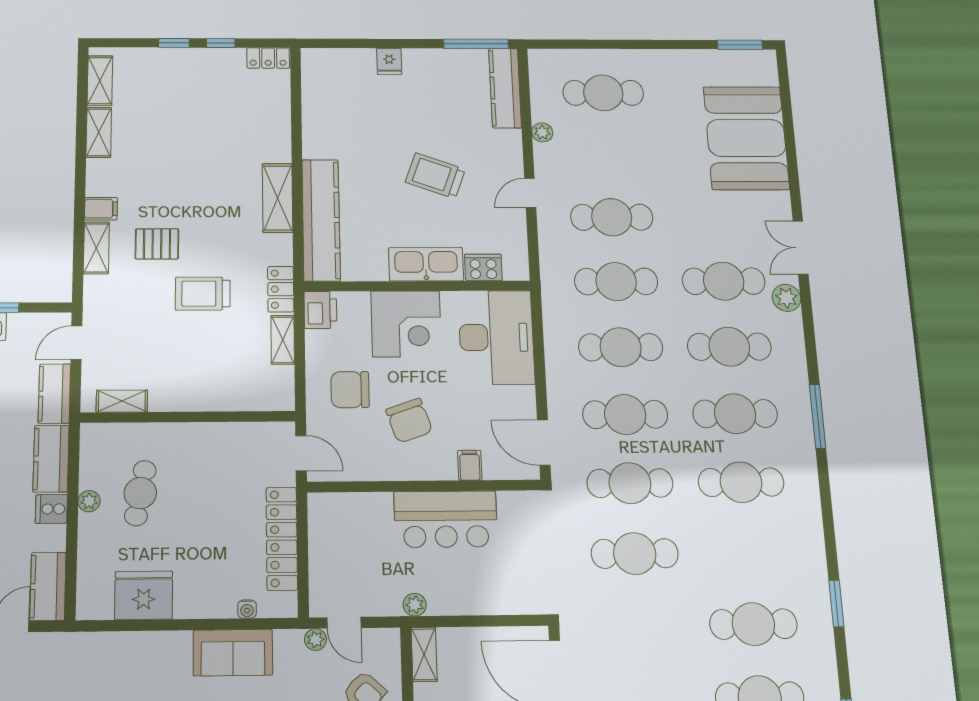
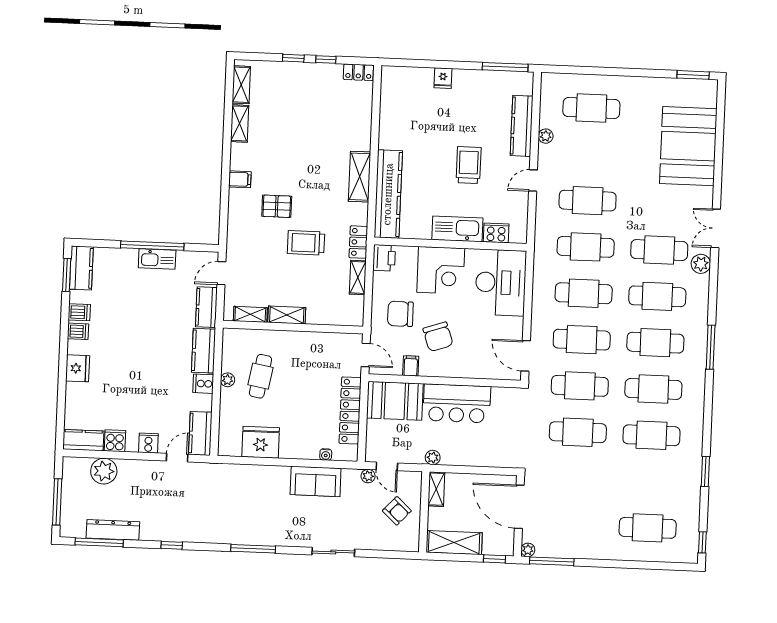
kitchen counter: (505, 88) -> (522, 126), moved
trolley: (435, 176) -> (469, 165), turned 70
shelving: (96, 248) -> (287, 315), moved, turned 90
filing cabinet: (470, 465) -> (411, 366), moved
booth: (350, 520) -> (395, 401), added
cafe table: (753, 624) -> (651, 435), moved

